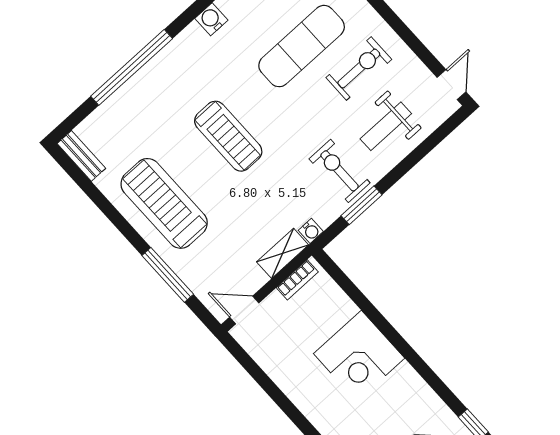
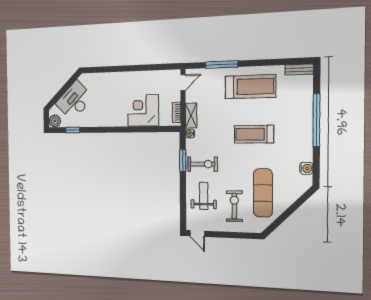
exercise bike: (359, 68) -> (234, 206), turned 180
corner desk: (359, 356) -> (143, 110), moved

